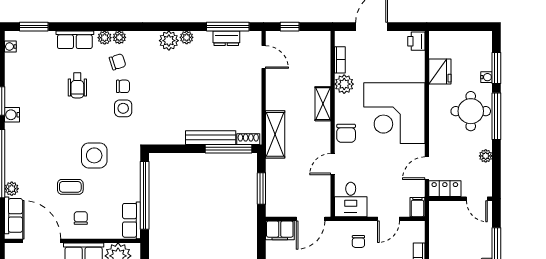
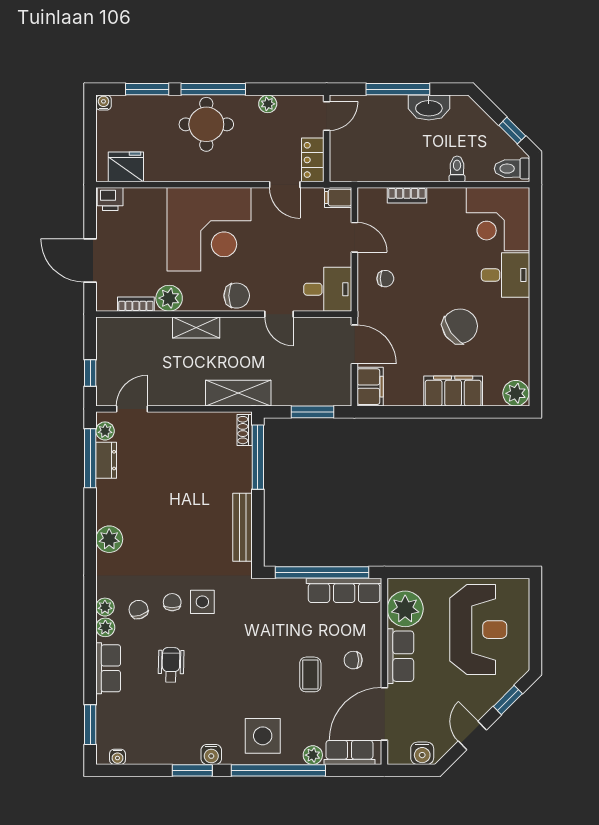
plant: (187, 37) -> (105, 431), moved
fridge: (440, 71) -> (126, 167), moved
water cooler: (487, 77) -> (103, 103), moved
wheelchair: (77, 85) -> (171, 665), turned -89
bench: (211, 138) -> (243, 527), moved
side table: (94, 155) -> (263, 736), moved
row of seats: (132, 220) -> (344, 590), width x1.48

